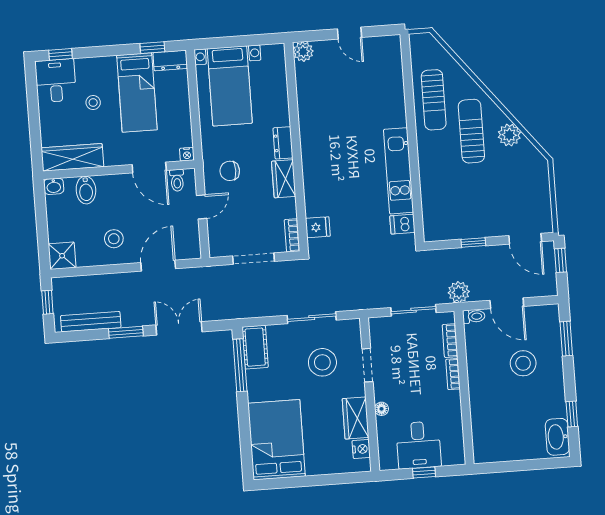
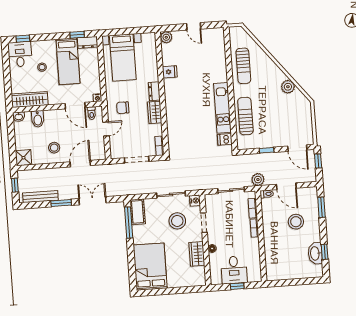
sun lounger: (471, 131) -> (245, 116), moved
fridge: (318, 227) -> (170, 72), moved
washbasin: (557, 437) -> (315, 253), moved
nightstand: (361, 449) -> (195, 201), moved

